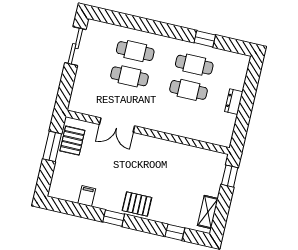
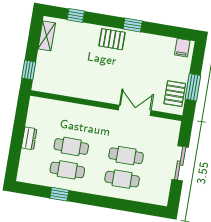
sliding door: (75, 46) -> (180, 163), moved
filing cabinet: (87, 196) -> (182, 48), moved

